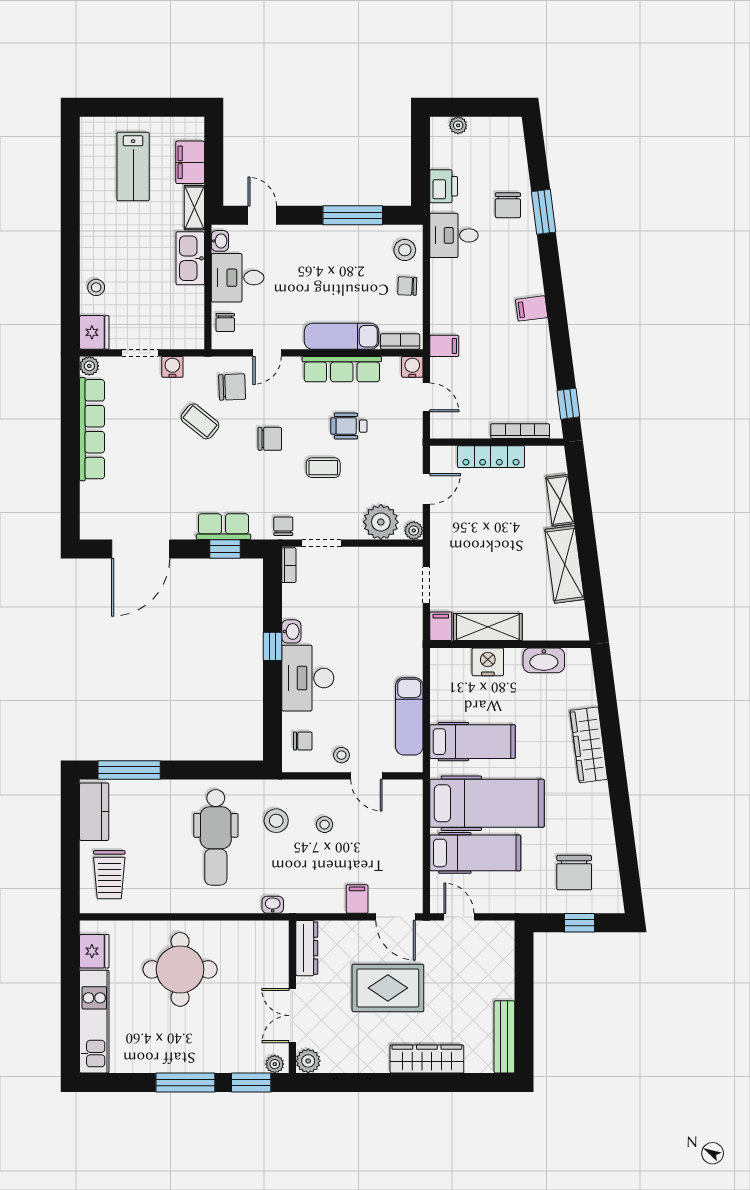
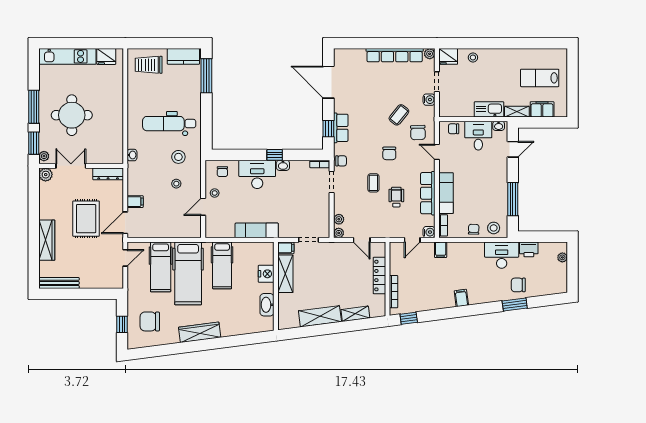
desk: (454, 235) -> (502, 255), width x1.37
plant: (381, 522) -> (339, 219), width x0.53, depth x0.53
exam couch: (409, 716) -> (257, 230), moved
wardrobe: (589, 745) -> (200, 332), moved
round table: (180, 969) -> (72, 115), moved

